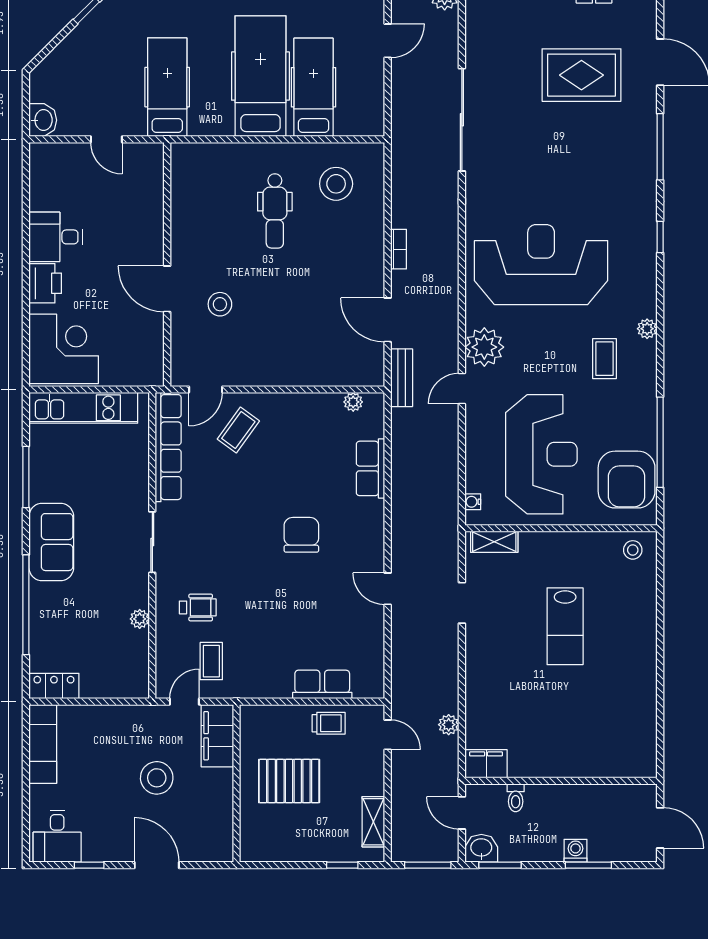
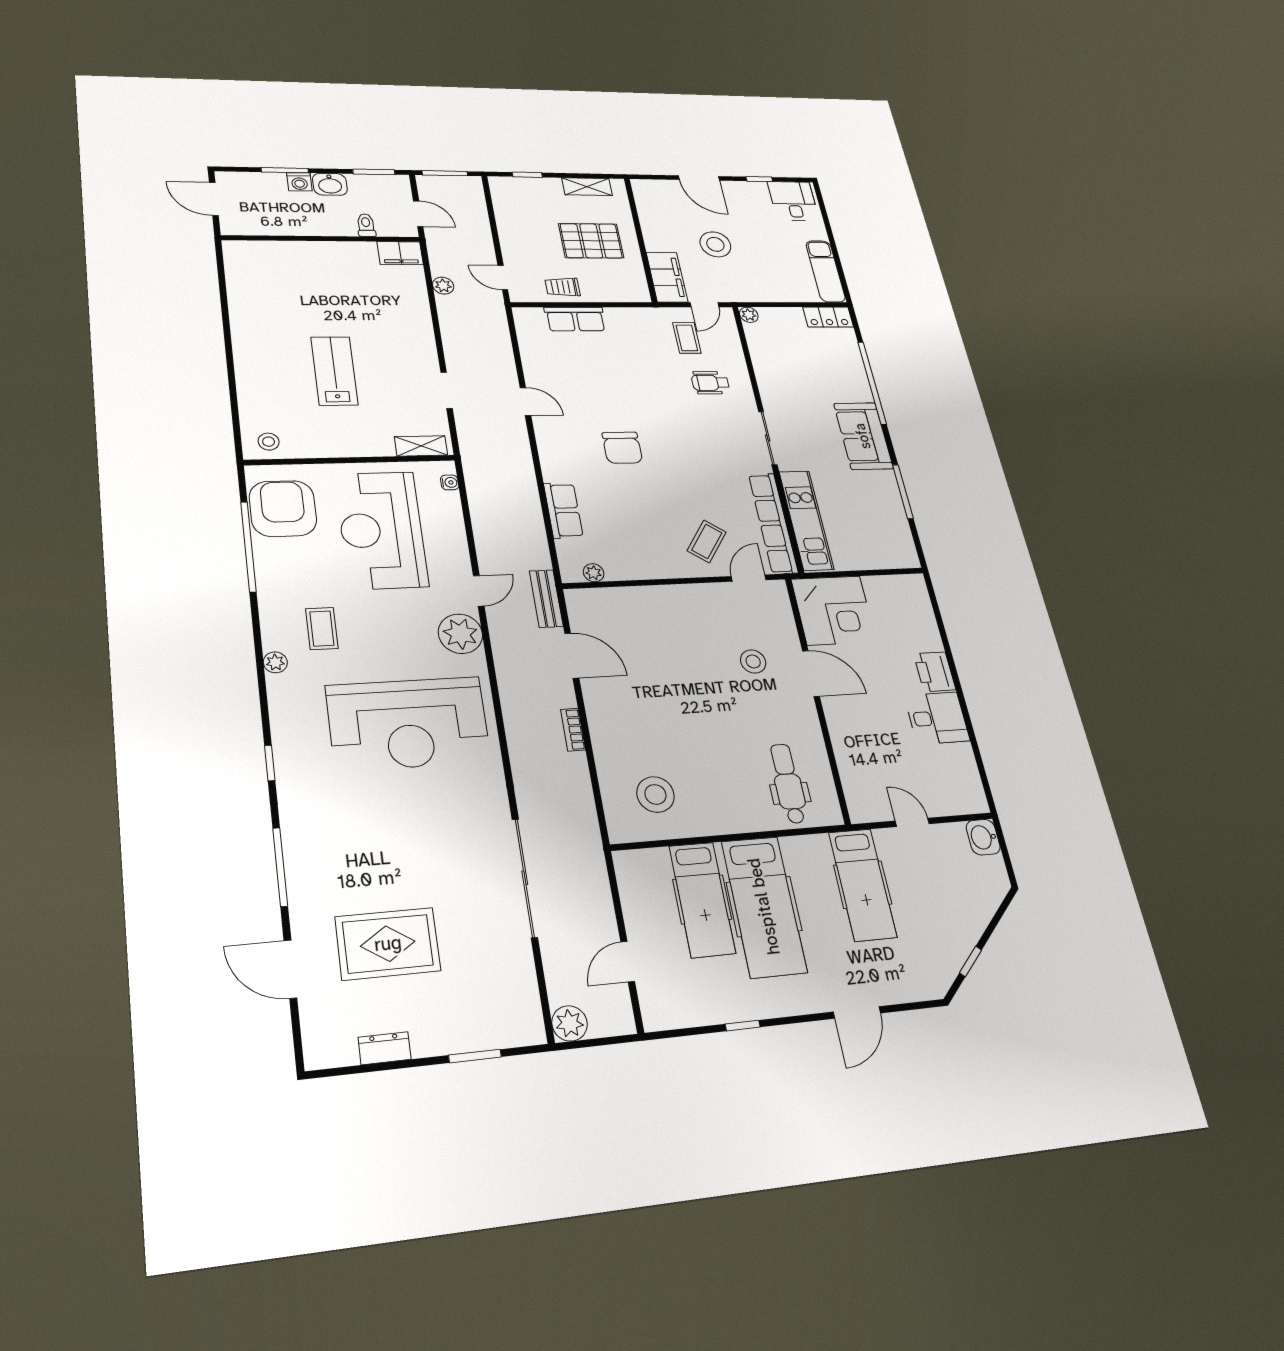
dental chair: (275, 211) -> (788, 783), moved
corner desk: (64, 349) -> (834, 610), moved, turned -90
kitchen unit: (83, 408) -> (806, 520), moved, turned 90
plant: (140, 619) -> (749, 315), moved
shelving: (373, 822) -> (587, 187), moved, turned 90
washbasin: (481, 848) -> (330, 184), moved

